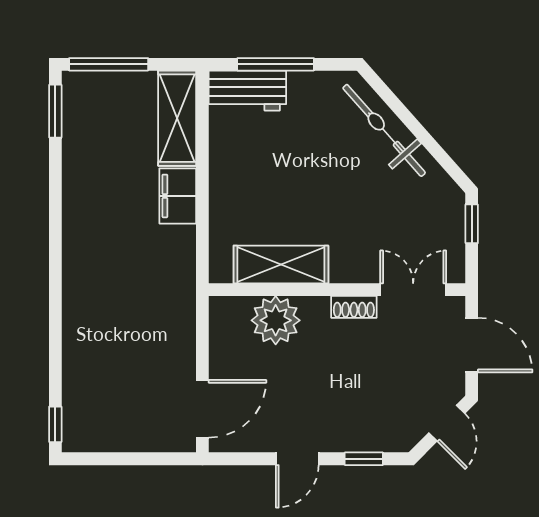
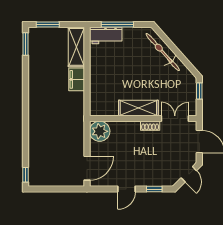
window: (109, 64) -> (48, 24), width x0.69
shelving: (281, 264) -> (138, 108), moved
plant: (276, 320) -> (100, 131), moved

